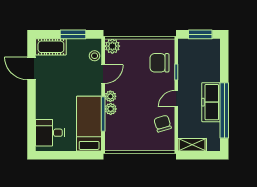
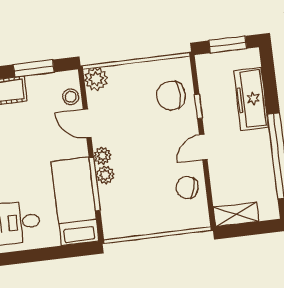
door: (103, 74) -> (87, 123), swing flipped
freezer: (211, 102) -> (251, 99), moved
chair: (163, 124) -> (187, 187), turned -59

